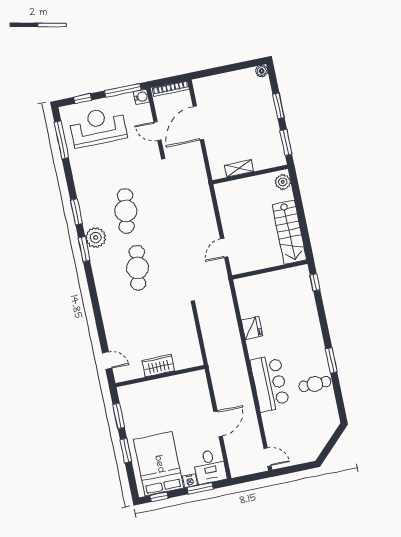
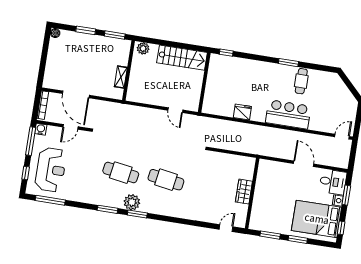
reception desk: (98, 127) -> (51, 170), turned 180

